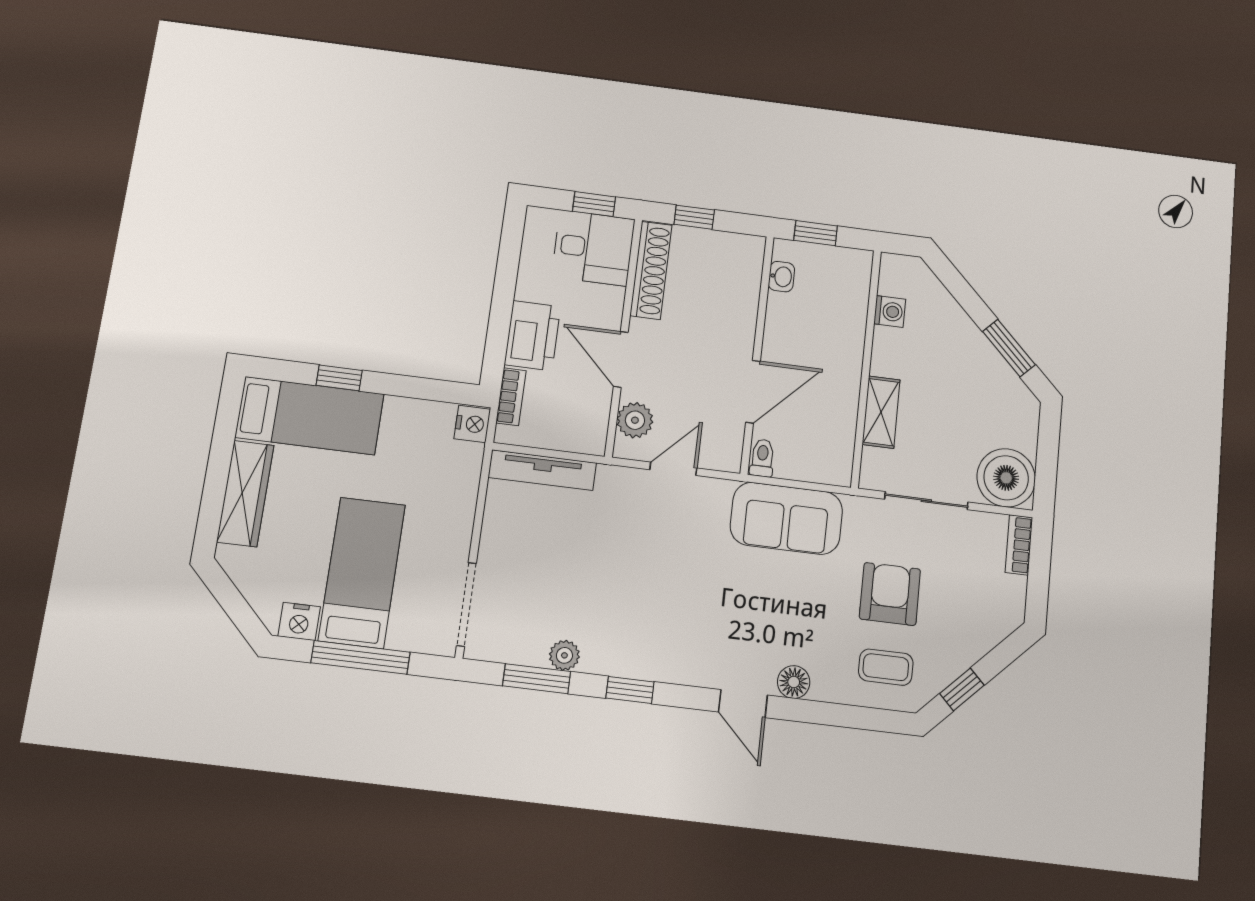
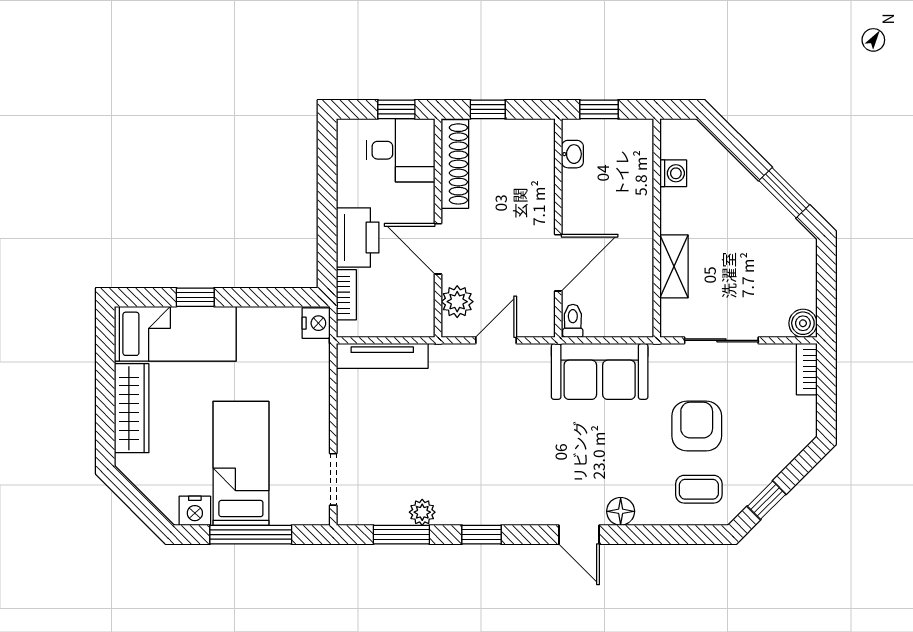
boiler: (1006, 478) -> (803, 323), width x0.54, depth x0.54
doorway: (466, 604) -> (333, 479), width x0.73

